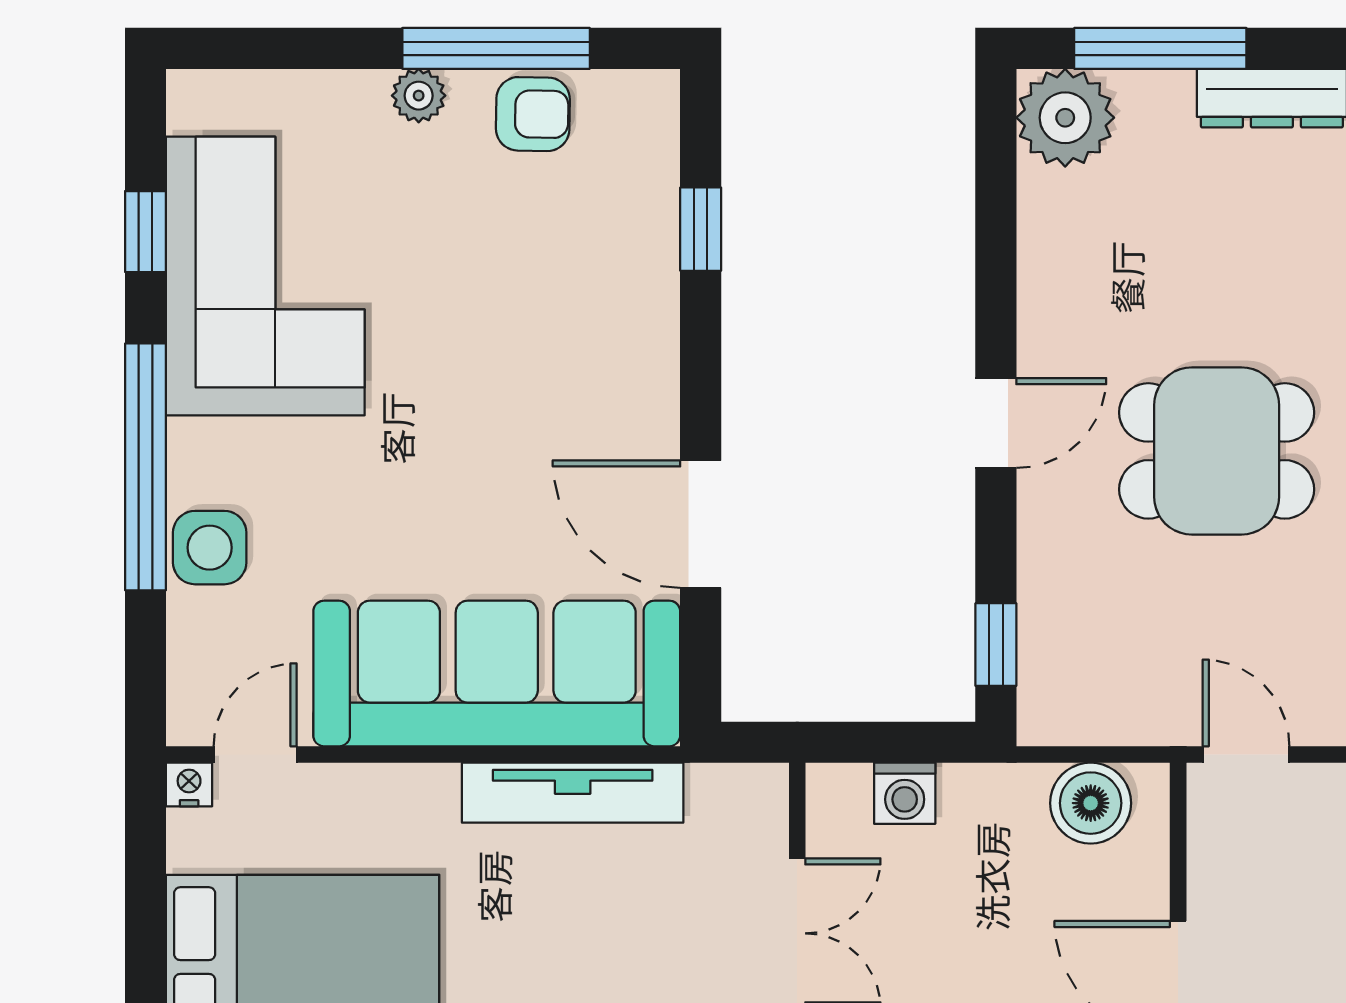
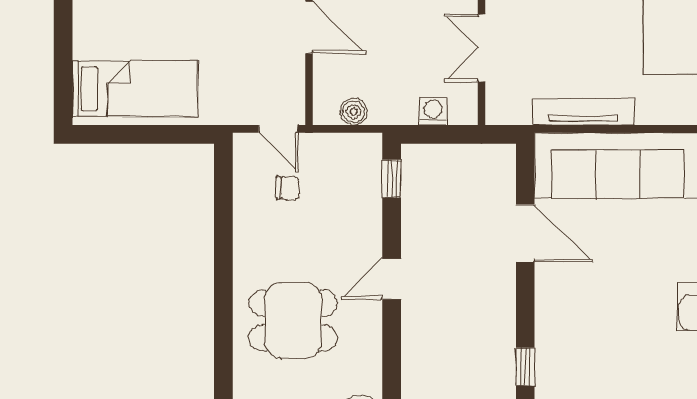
dining table: (1217, 451) -> (293, 320), moved
chair: (1225, 624) -> (288, 188), added
boiler: (1091, 803) -> (354, 112), width x0.73, depth x0.73

